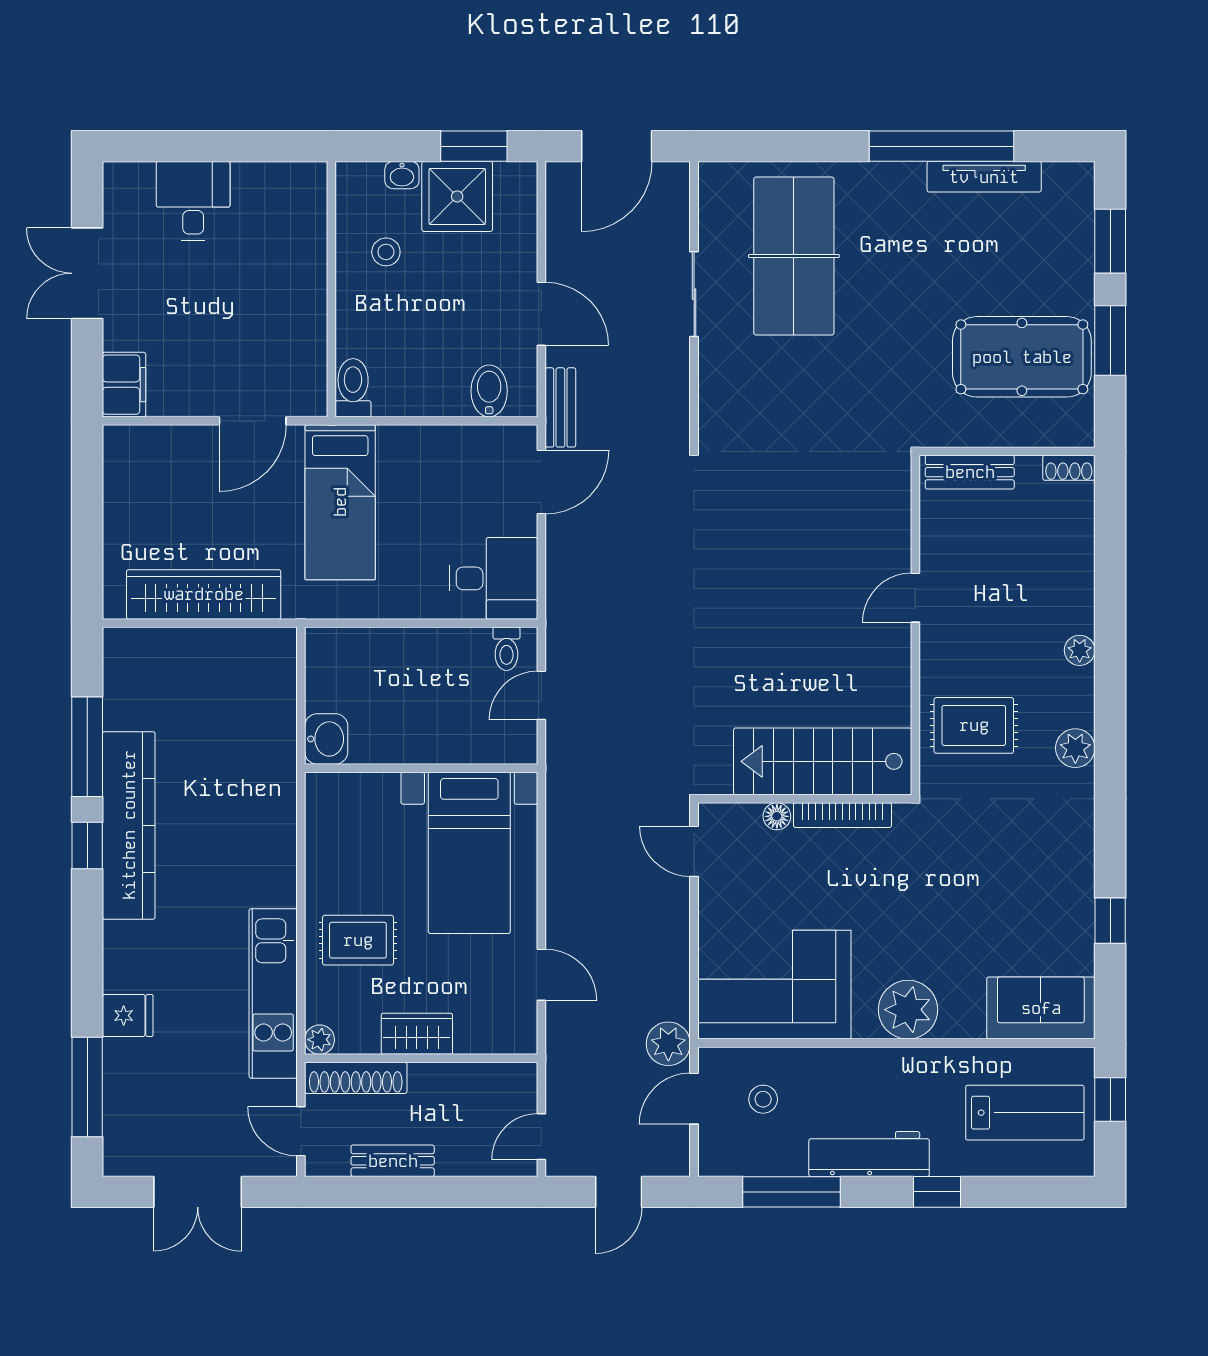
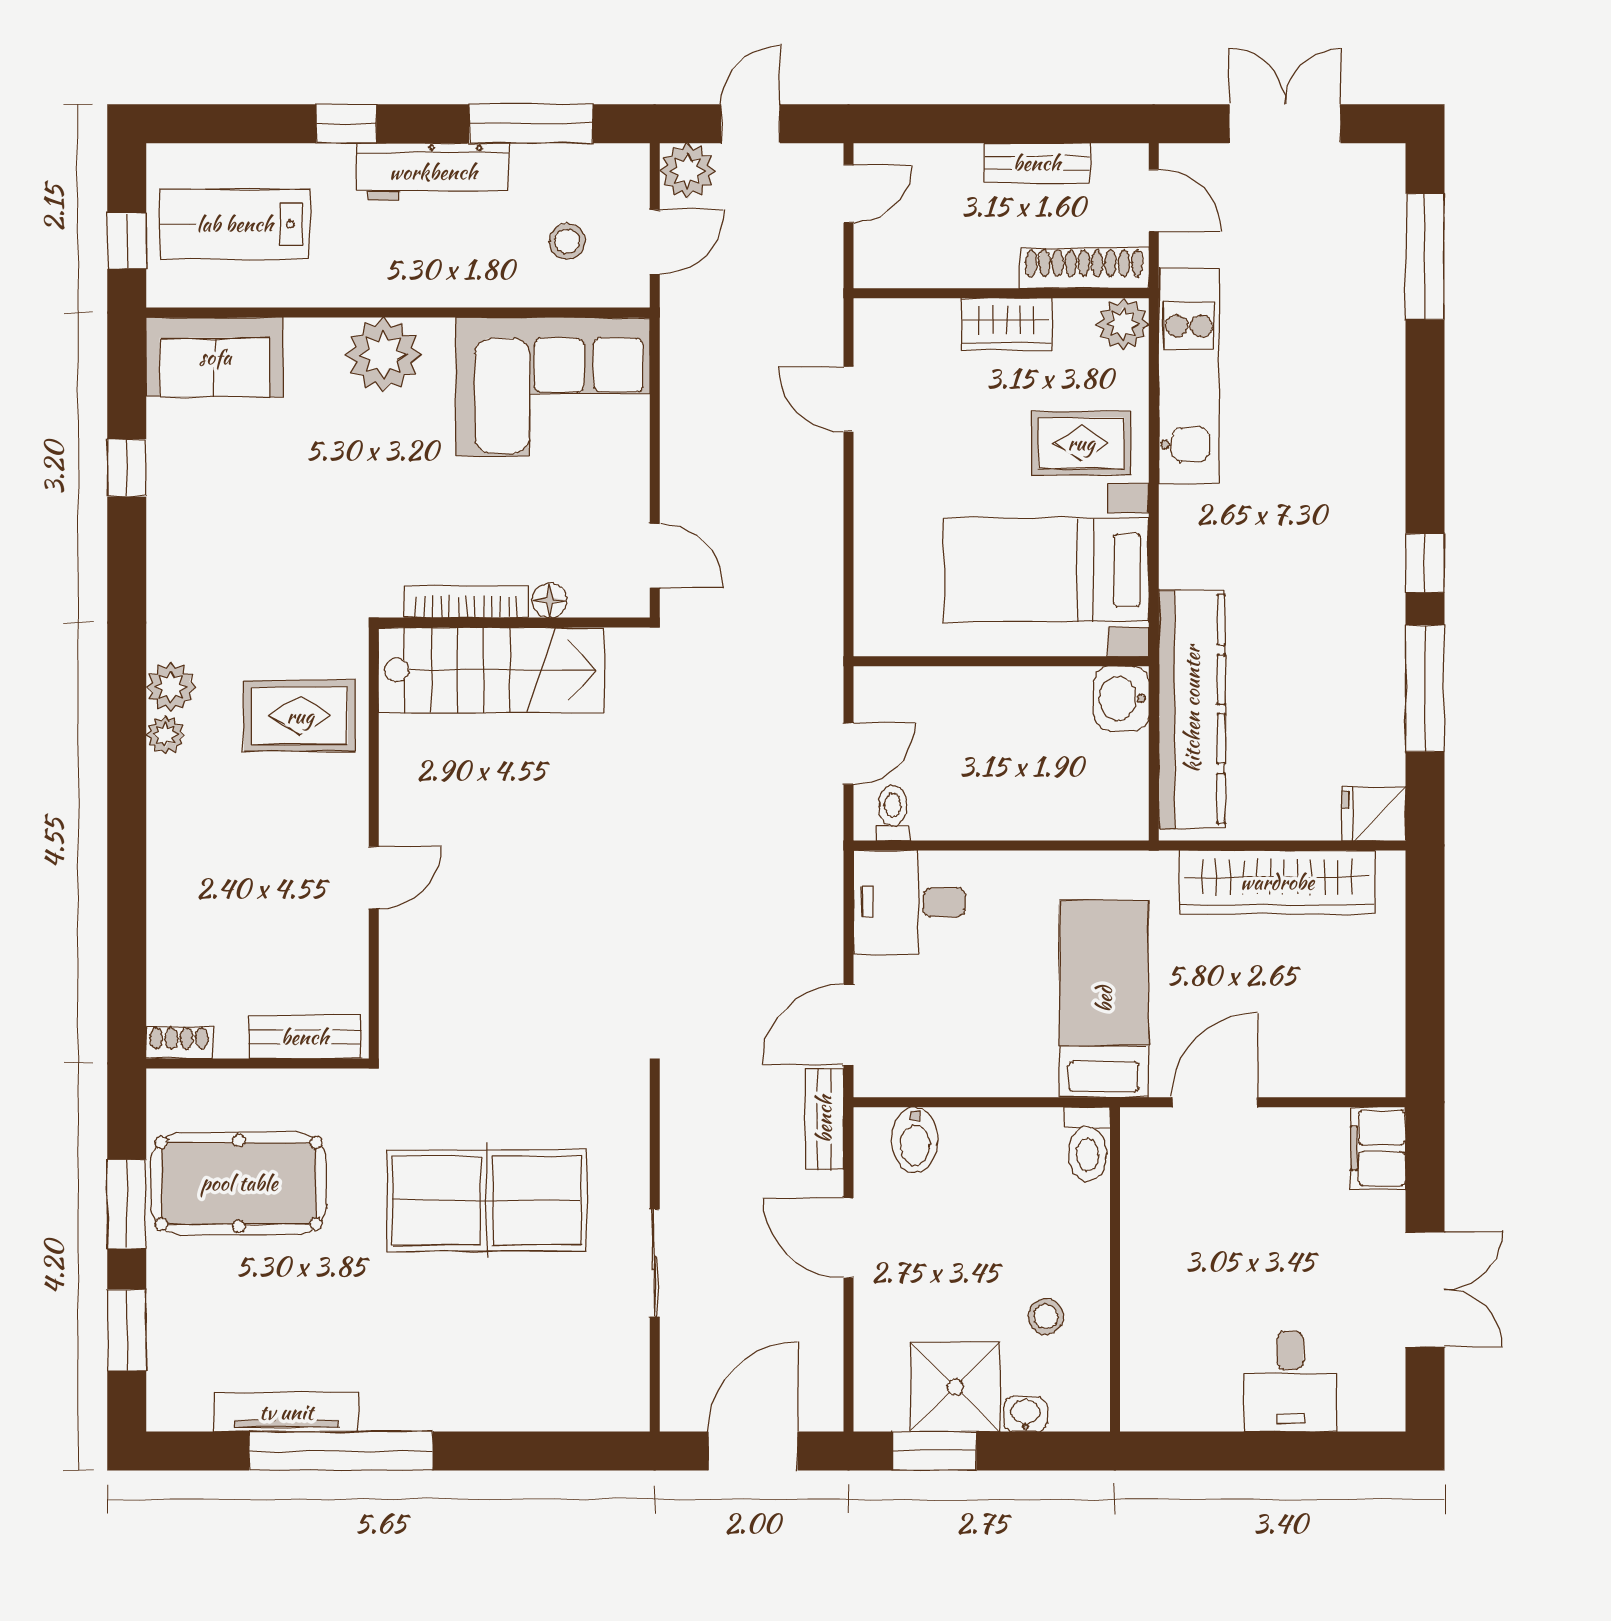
table tennis table: (794, 256) -> (487, 1201), moved, turned 90
plant: (1080, 650) -> (165, 735), moved
kitchen counter: (129, 825) -> (1192, 709), moved, turned 180
bed with nightstands: (469, 853) -> (1046, 570), moved, turned -90
fridge: (128, 1015) -> (1373, 814), moved
plant: (320, 1040) -> (1123, 324), width x1.38, depth x1.38
plant: (668, 1044) -> (687, 171), moved

